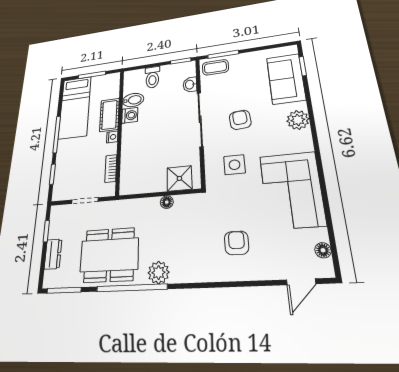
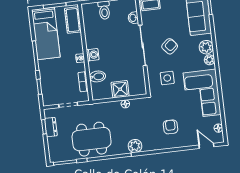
bidet: (133, 100) -> (97, 76), moved
cot: (109, 115) -> (73, 20), moved
washing machine: (130, 115) -> (93, 55), moved
armchair: (240, 120) -> (170, 46), turned 55
plant: (304, 138) -> (210, 60), added
shower: (179, 178) -> (120, 89), moved
dresser: (53, 254) -> (51, 127), moved
plant: (159, 273) -> (135, 146), moved
door: (301, 282) -> (206, 146), swing flipped

